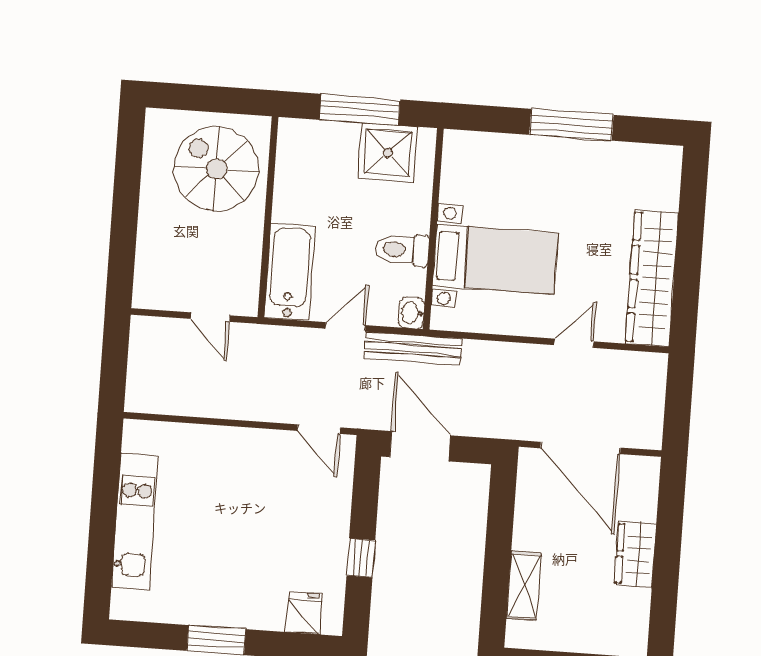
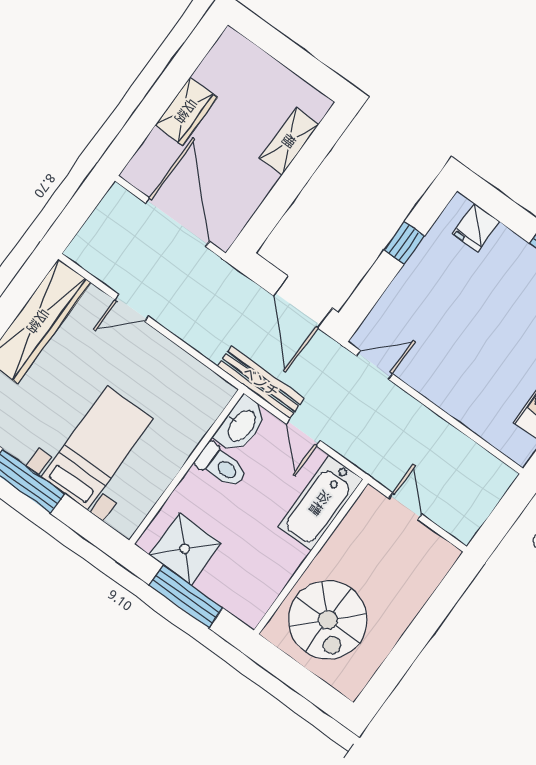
bed with nightstands: (495, 259) -> (97, 448), moved, turned 90
washbasin: (411, 313) -> (241, 425), width x1.91, depth x1.45
door: (345, 327) -> (303, 432), hinge flipped
door: (319, 429) -> (374, 365), hinge flipped

